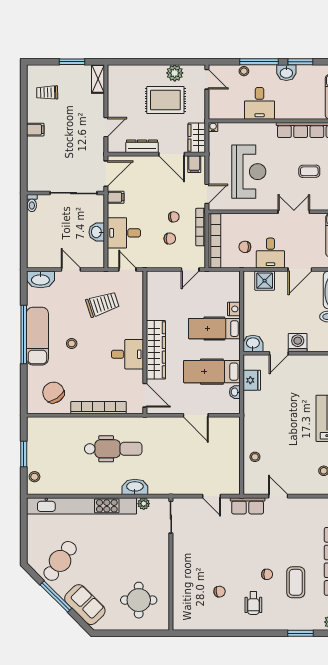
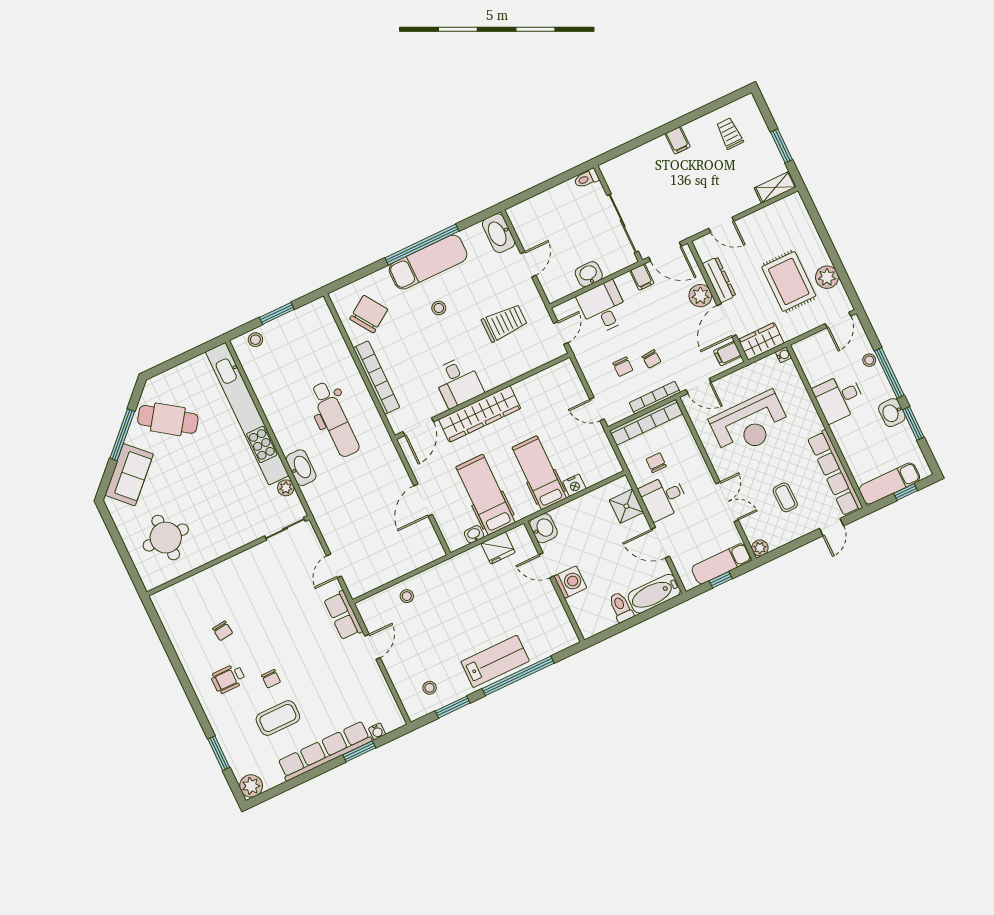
plant: (147, 164) -> (700, 296), added
trolley: (102, 304) -> (504, 323), turned -72

